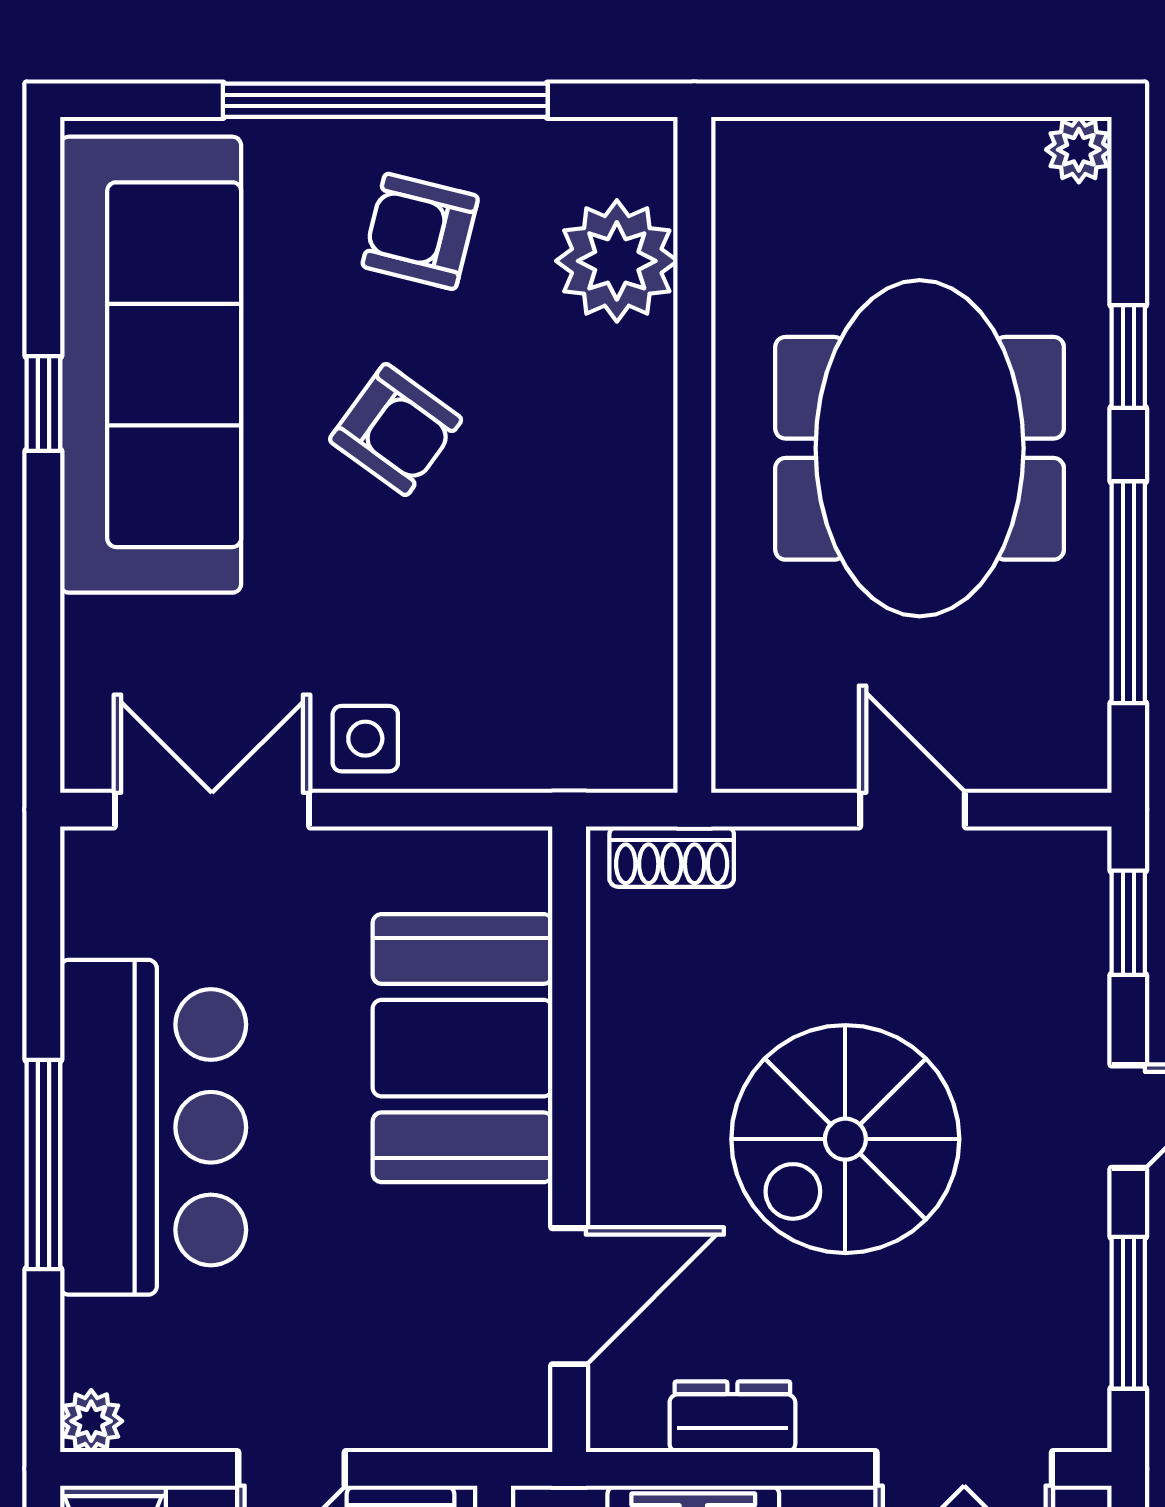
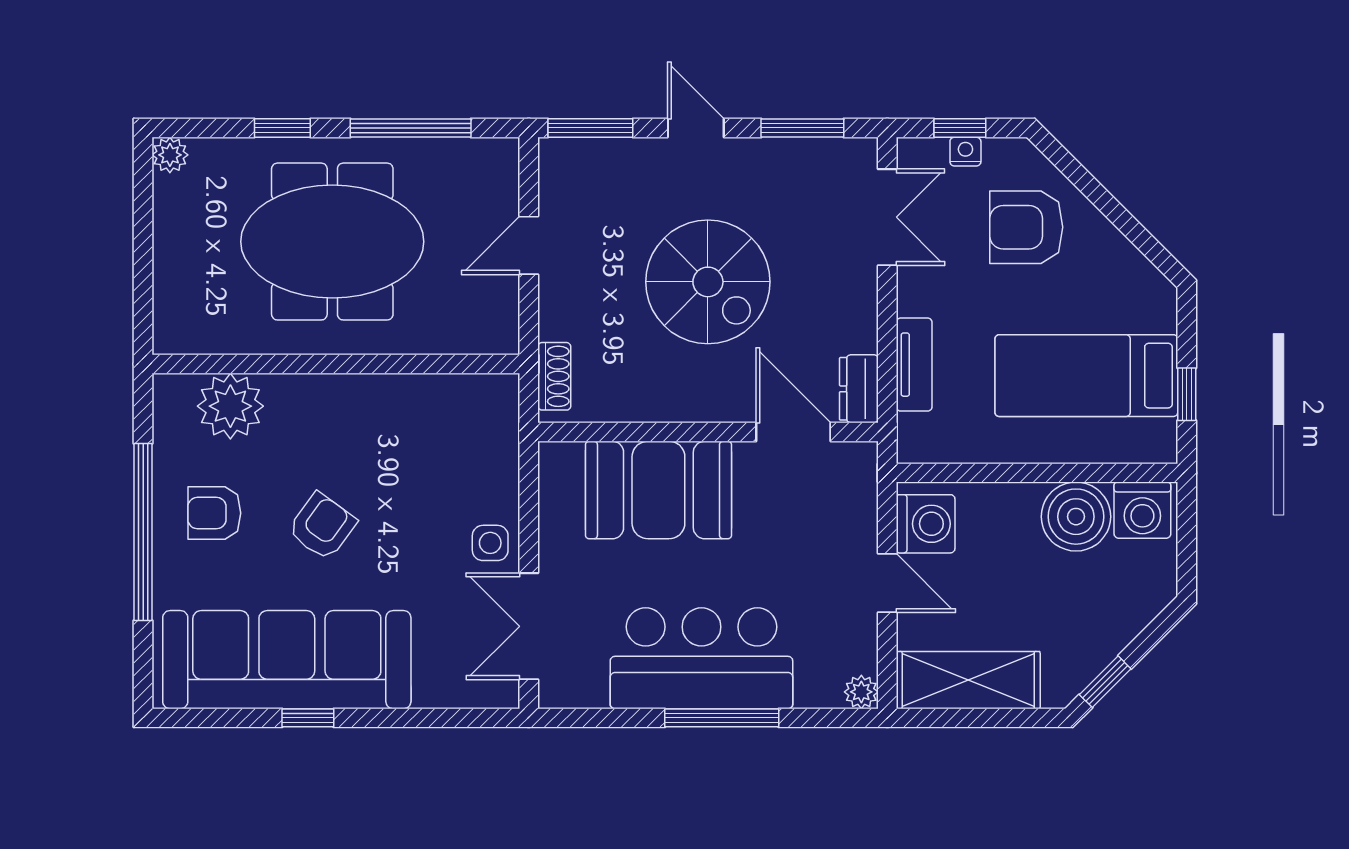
armchair: (420, 231) -> (214, 513), turned 76
window: (1128, 923) -> (590, 128), width x1.50
dresser: (732, 1417) -> (859, 389), moved

